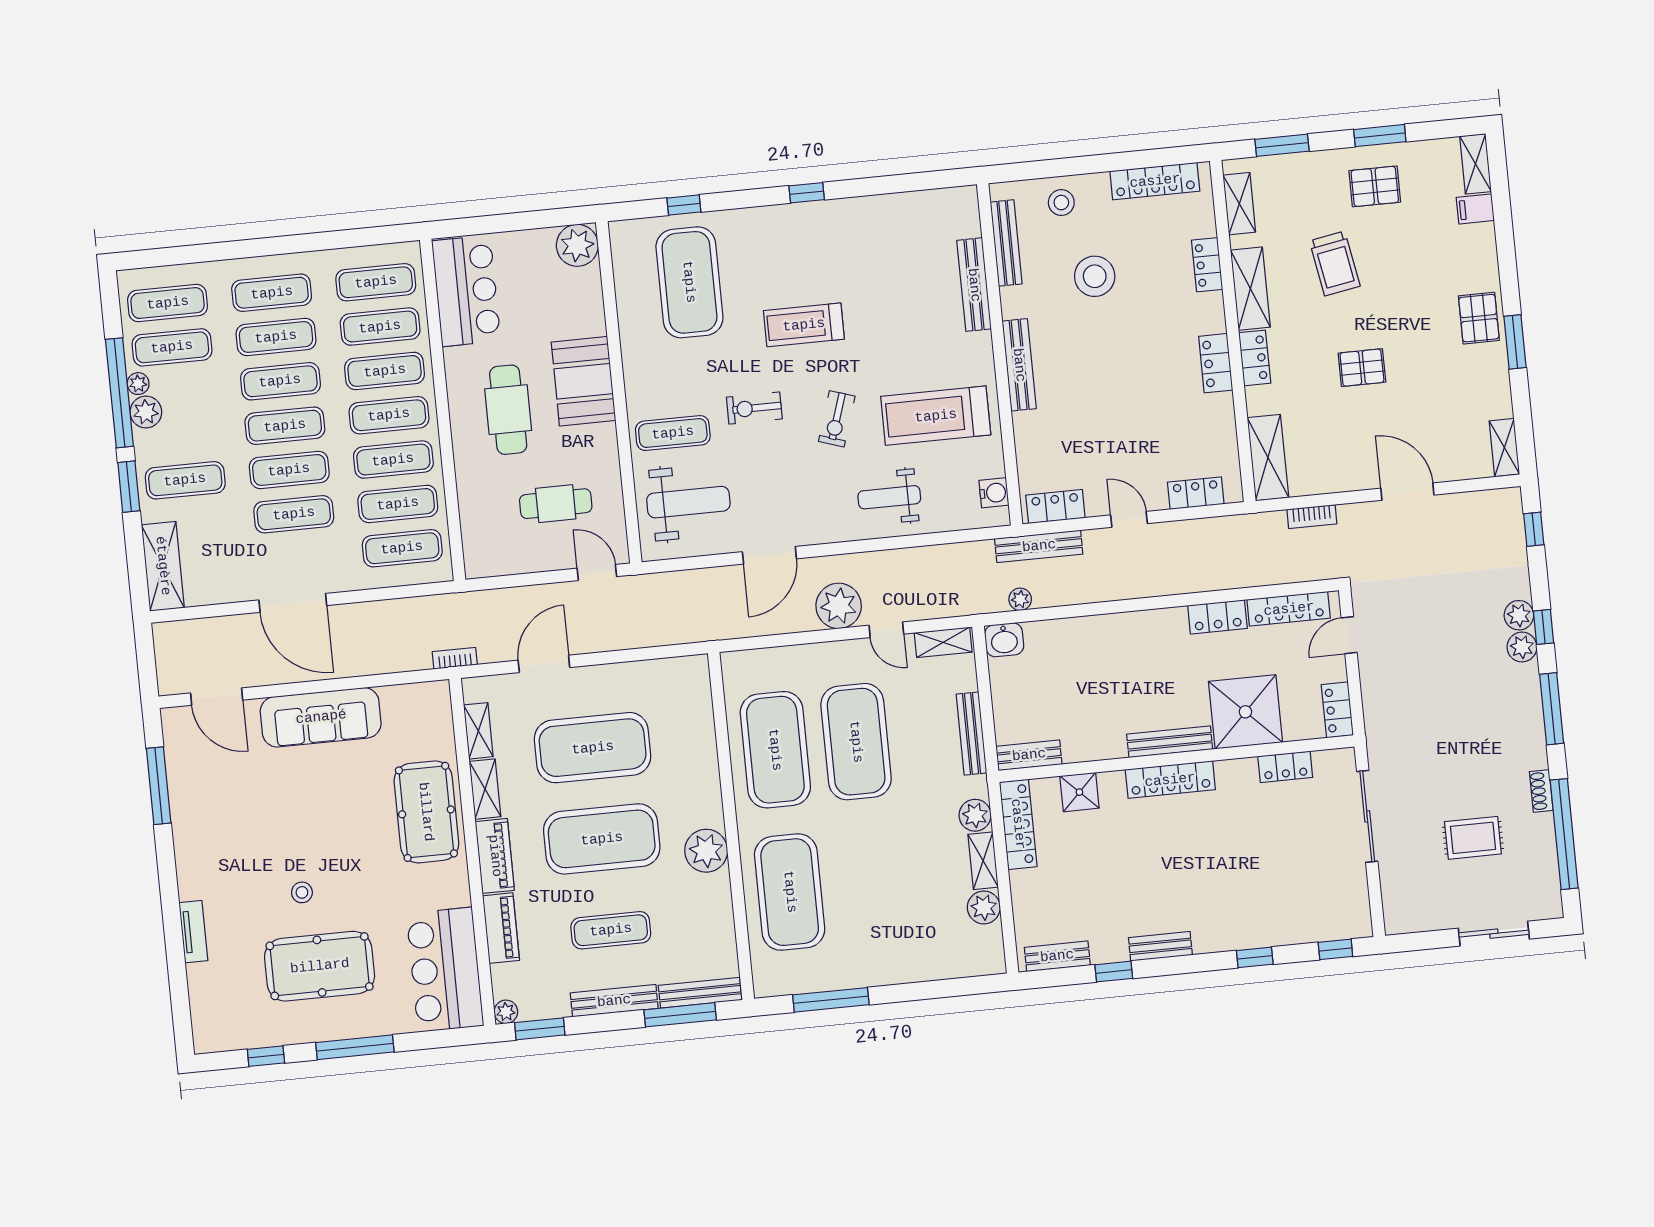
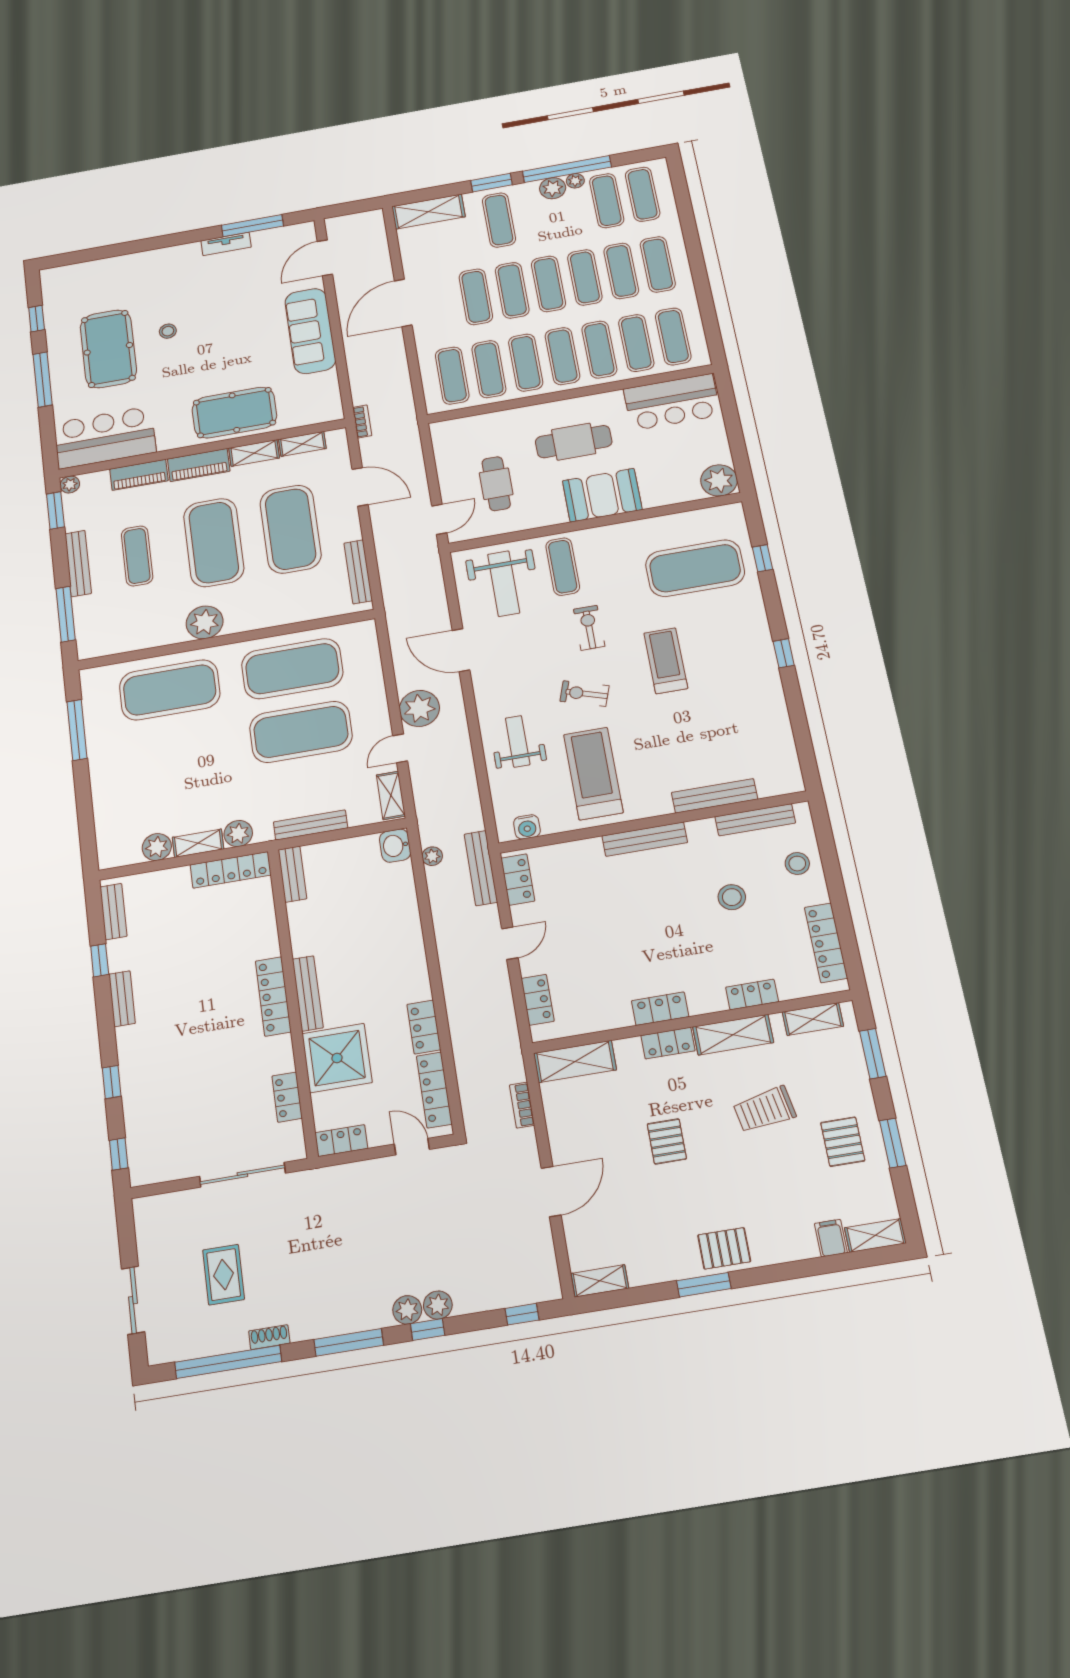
stool: (1095, 276) -> (732, 897), width x0.73, depth x0.73
shower: (1079, 792) -> (260, 919), removed
tv unit: (193, 932) -> (226, 244), moved
bench: (700, 993) -> (358, 572), moved

